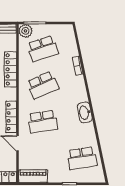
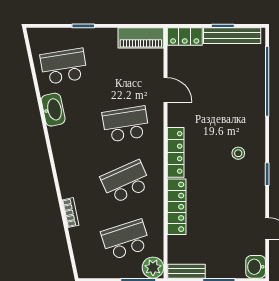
washbasin: (85, 112) -> (53, 110), moved
locker: (11, 117) -> (176, 152), moved

